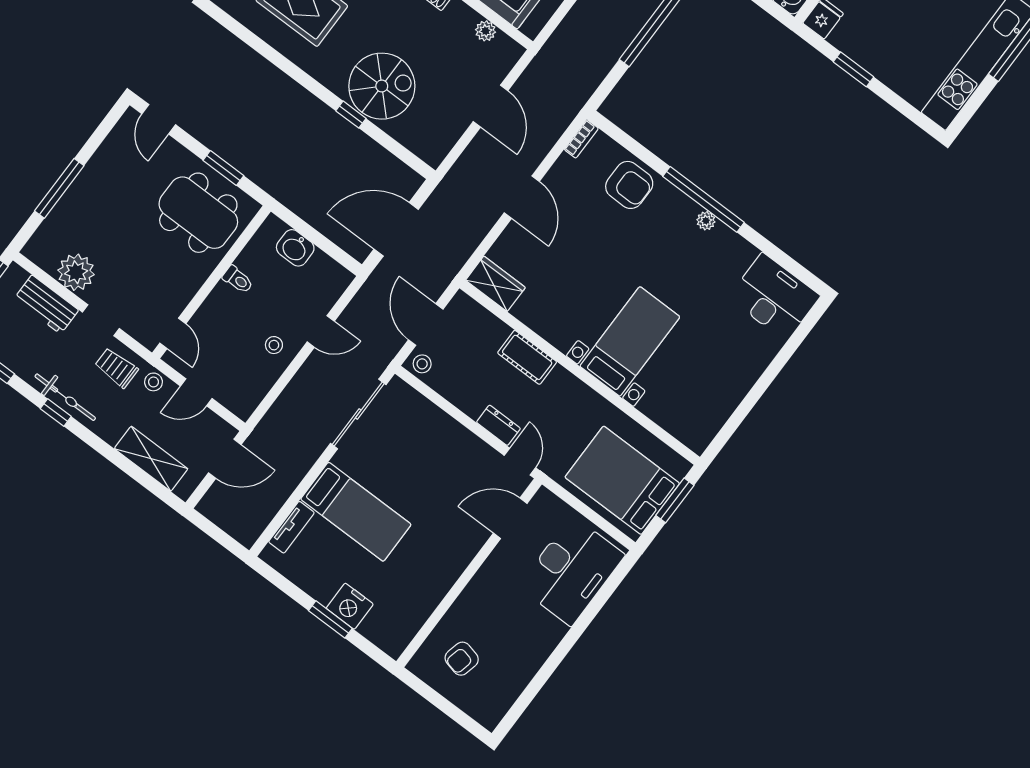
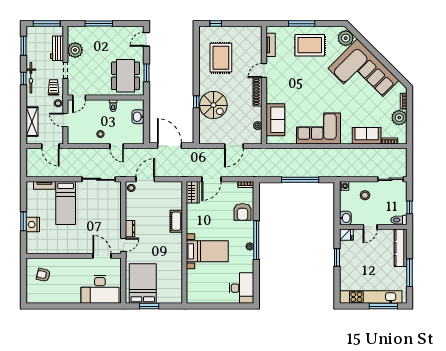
wardrobe: (495, 284) -> (193, 192), moved
bed with nightstands: (630, 341) -> (207, 251), moved
cot: (527, 357) -> (176, 221), moved
wall: (580, 373) -> (184, 242), moved

